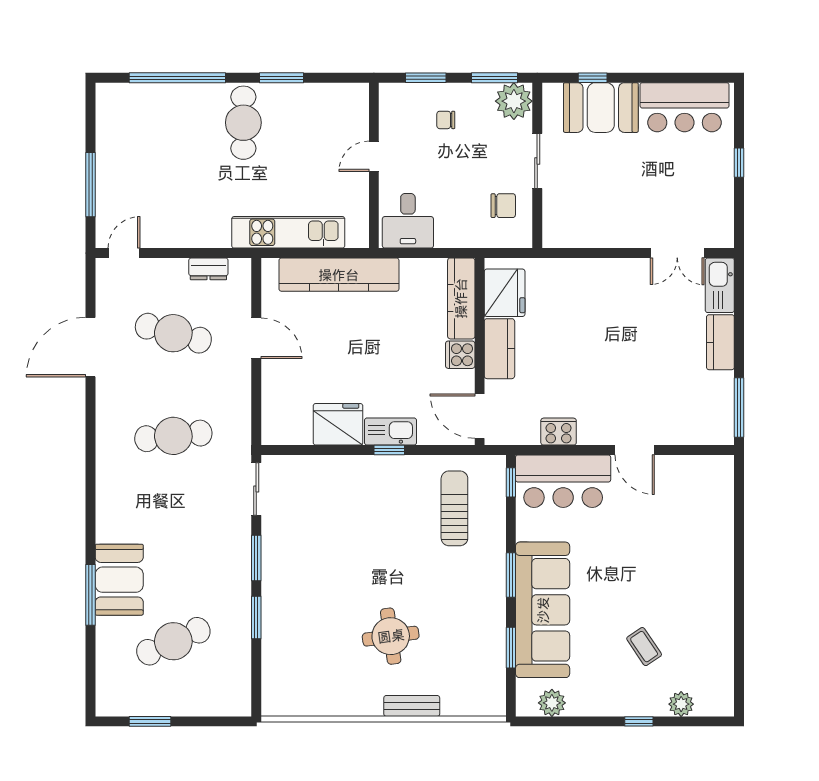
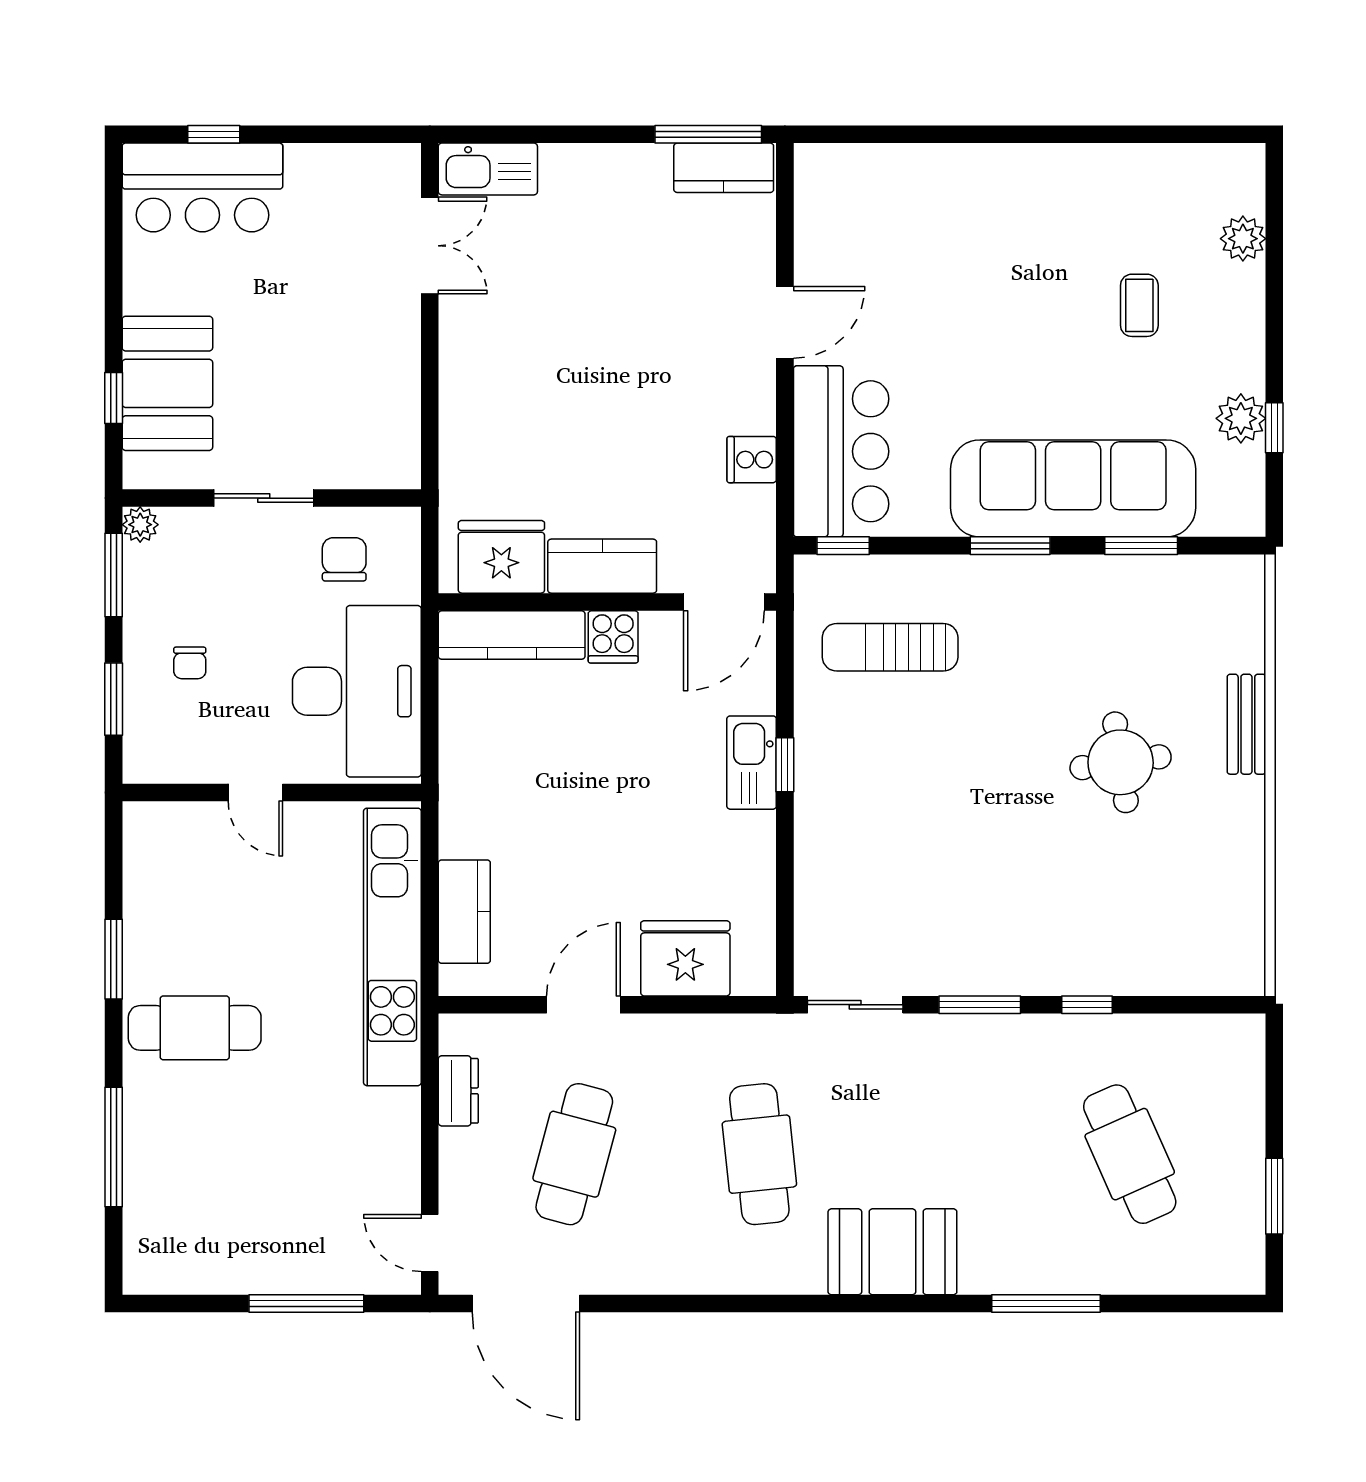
window: (177, 78) -> (114, 1147), width x0.68
plant: (514, 101) -> (140, 525), width x0.53, depth x0.53
bar counter: (685, 107) -> (202, 187), moved, turned 90
window: (739, 163) -> (214, 134), moved
desk: (408, 221) -> (357, 691), width x1.87, depth x1.30
kitchen unit: (288, 232) -> (392, 947), width x1.36
kitchen counter: (339, 275) -> (464, 912), width x0.48, depth x0.86
kitchen counter: (720, 342) -> (724, 168), moved
door: (90, 347) -> (526, 1304), moved
fridge: (338, 424) -> (685, 958), moved, turned 90
cooker: (559, 432) -> (752, 460), width x0.73
booth: (119, 580) -> (892, 1252), moved
window: (256, 618) -> (1087, 1005), width x0.67
coffee table: (644, 647) -> (1139, 305), turned -56
plant: (552, 703) -> (1241, 418), moved
window: (639, 721) -> (1274, 428), moved

